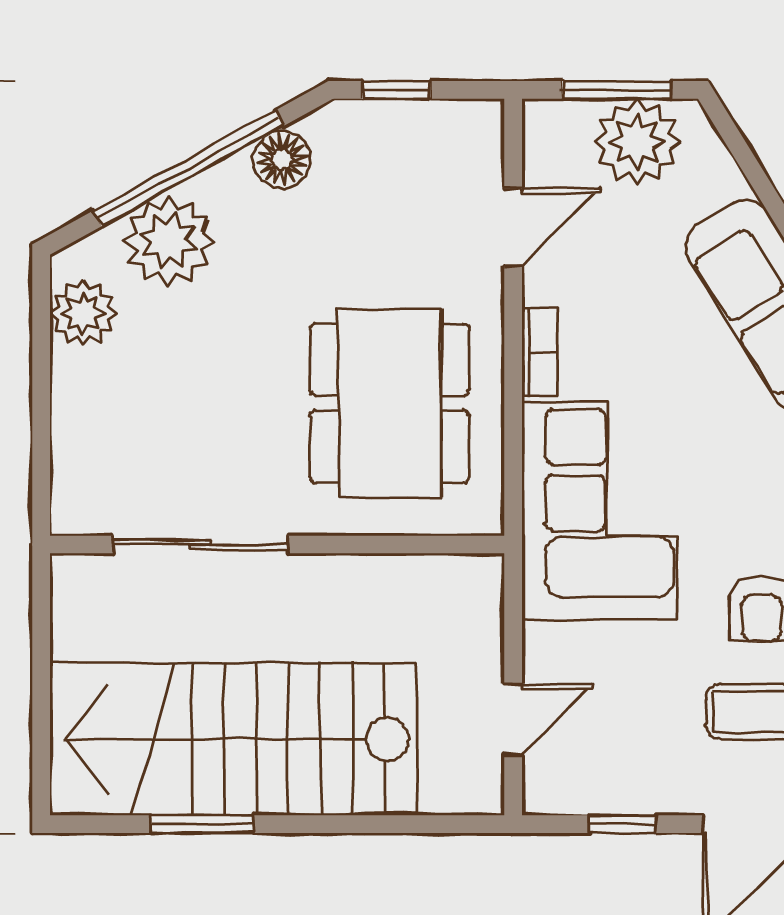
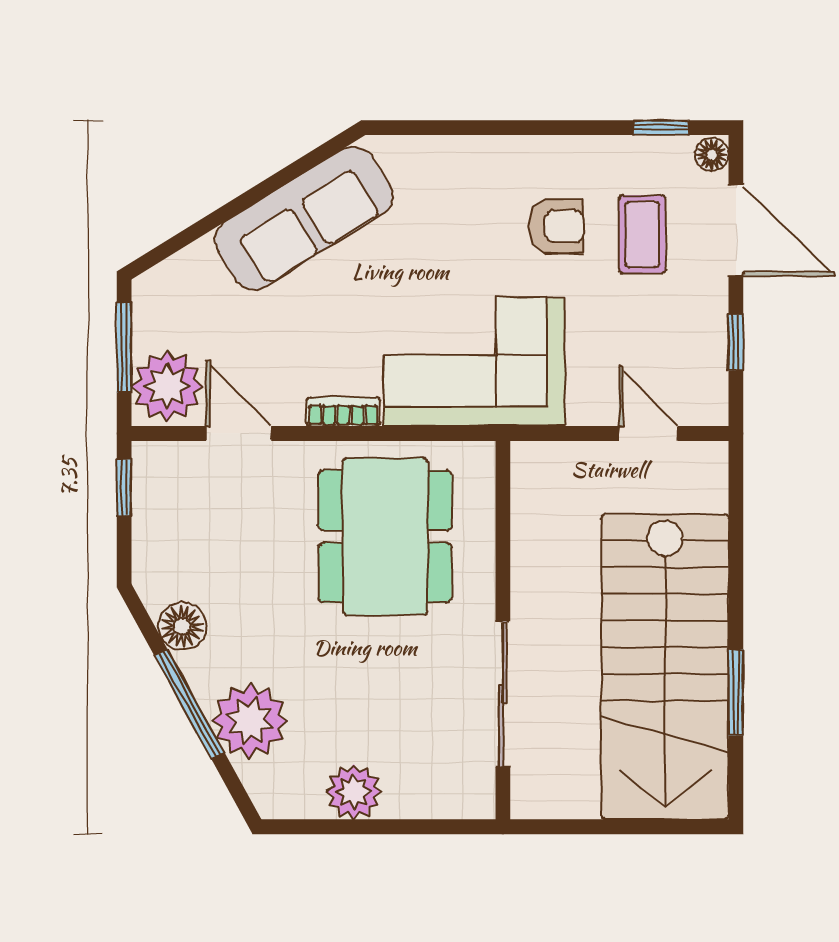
window: (396, 90) -> (124, 487), moved
plant: (637, 142) -> (167, 386), moved
window: (188, 168) -> (189, 704), width x0.68
plant: (83, 313) -> (354, 792), moved
dining table: (390, 403) -> (385, 536), turned 90

